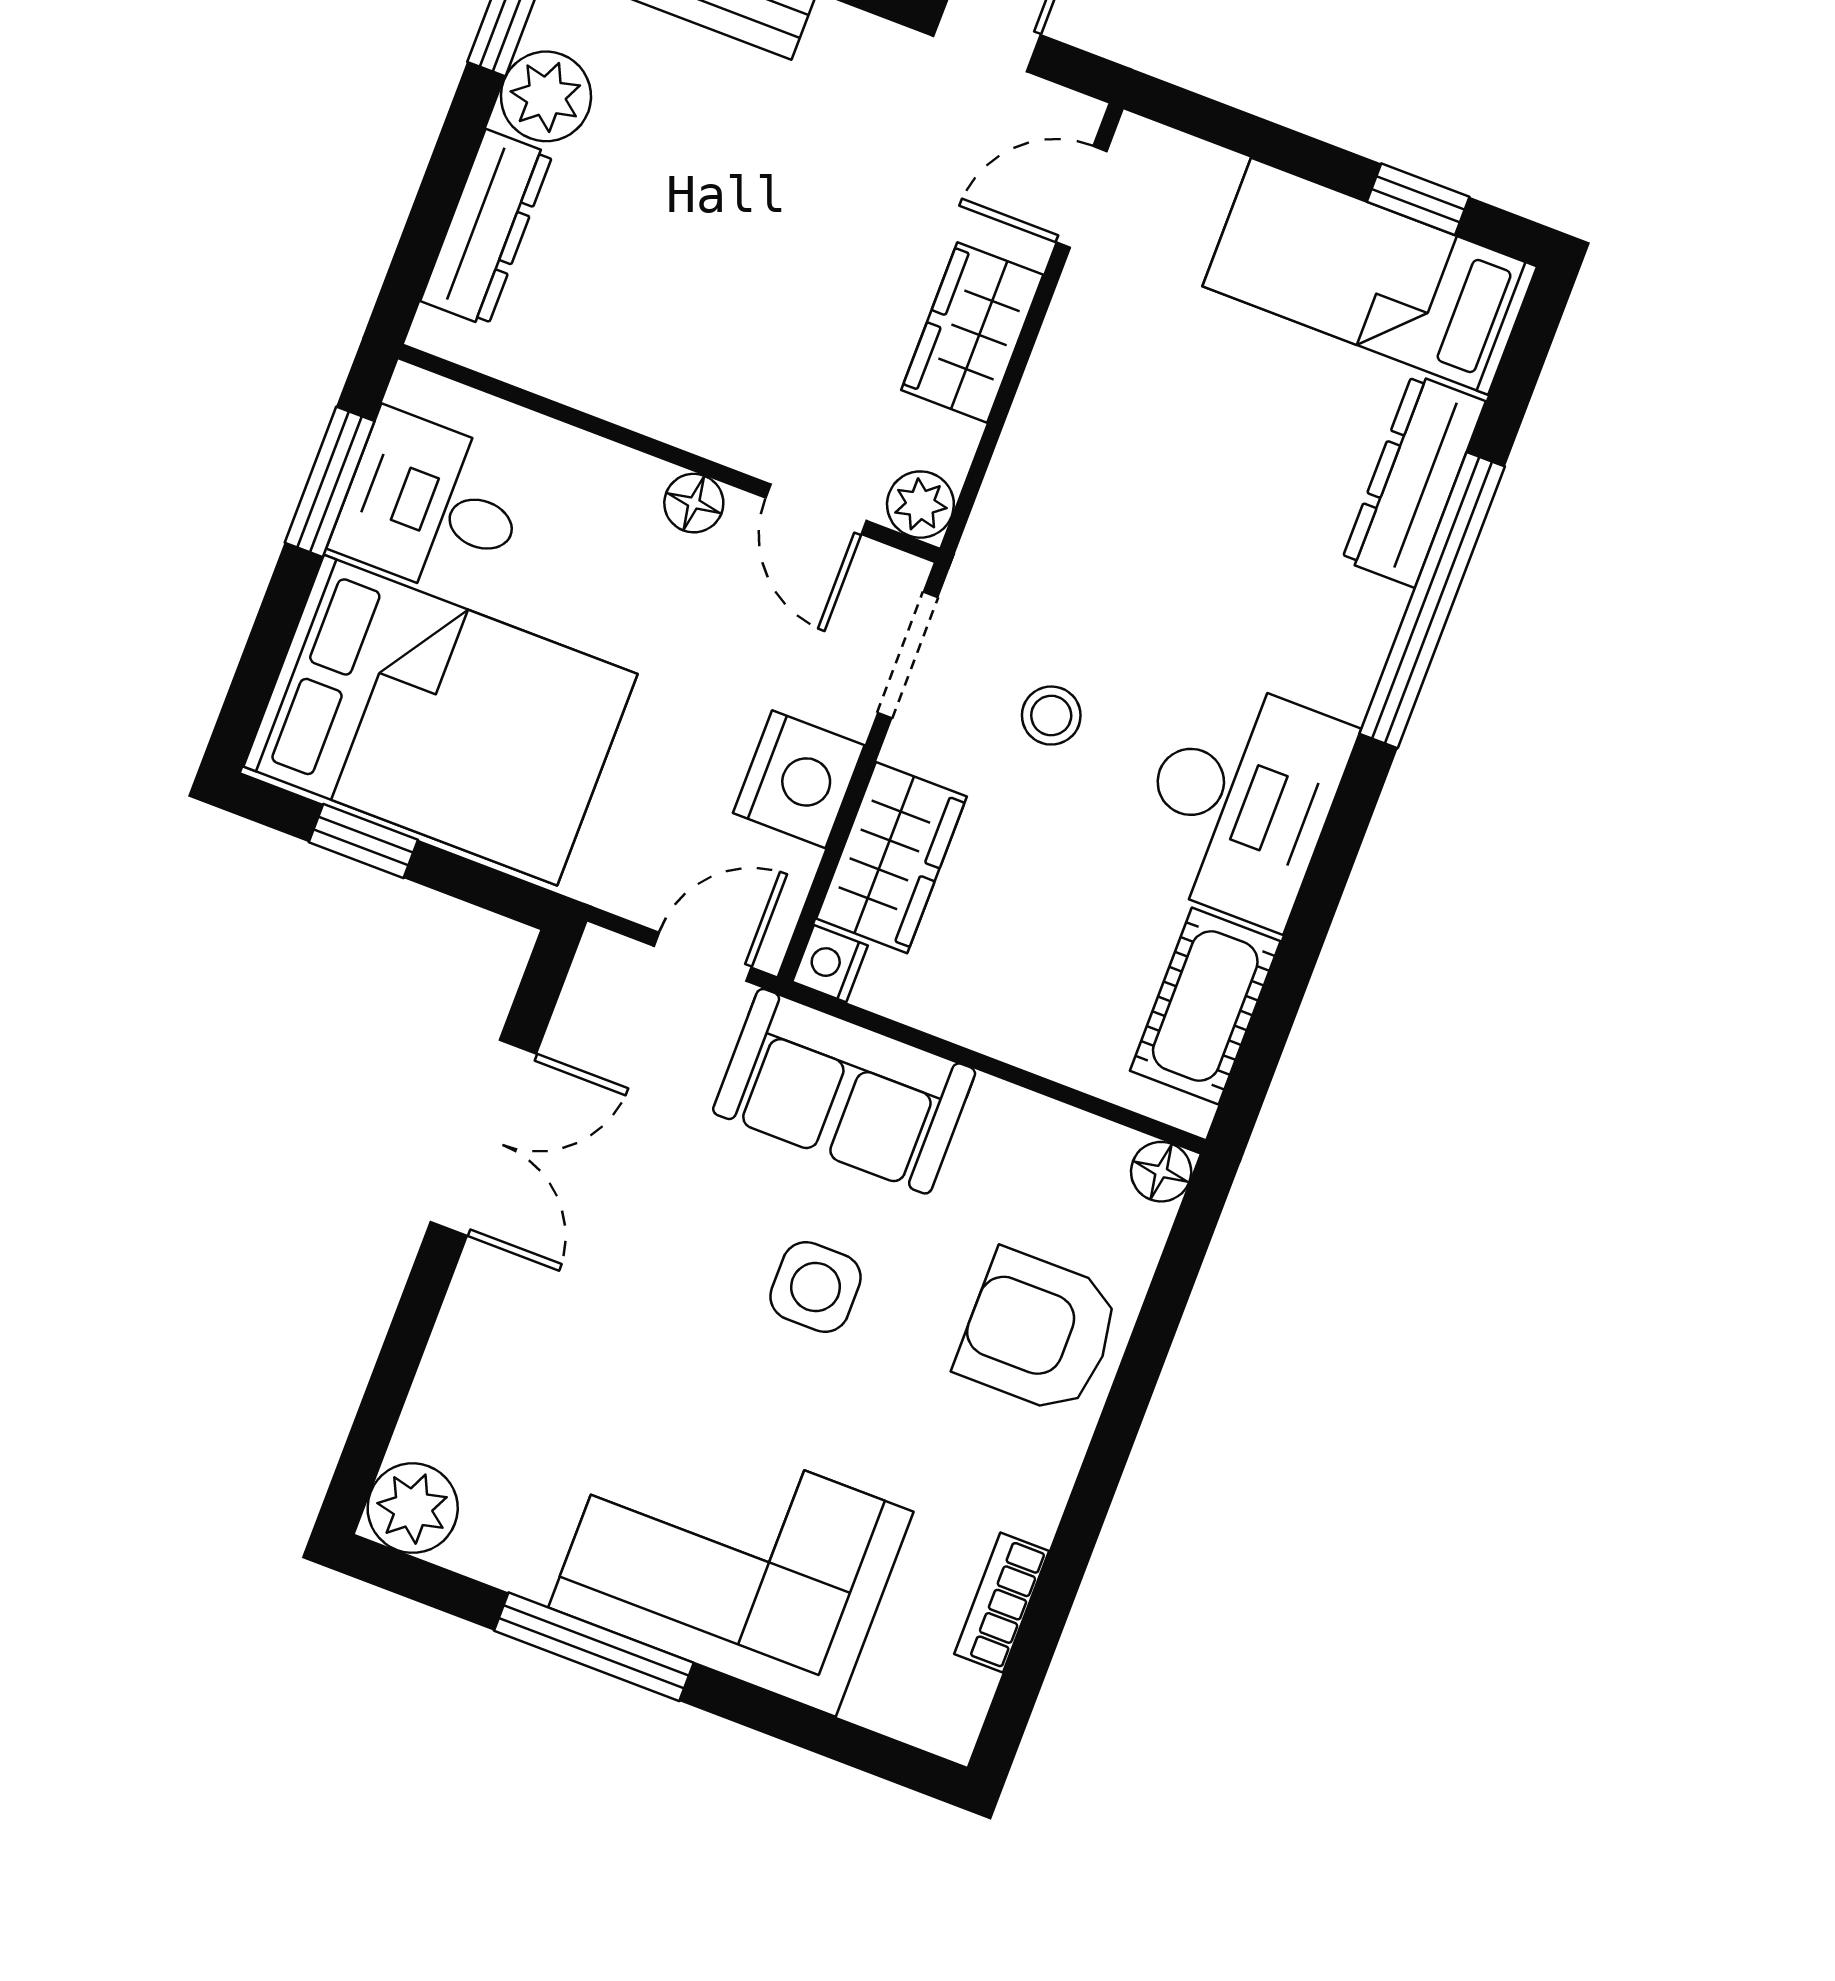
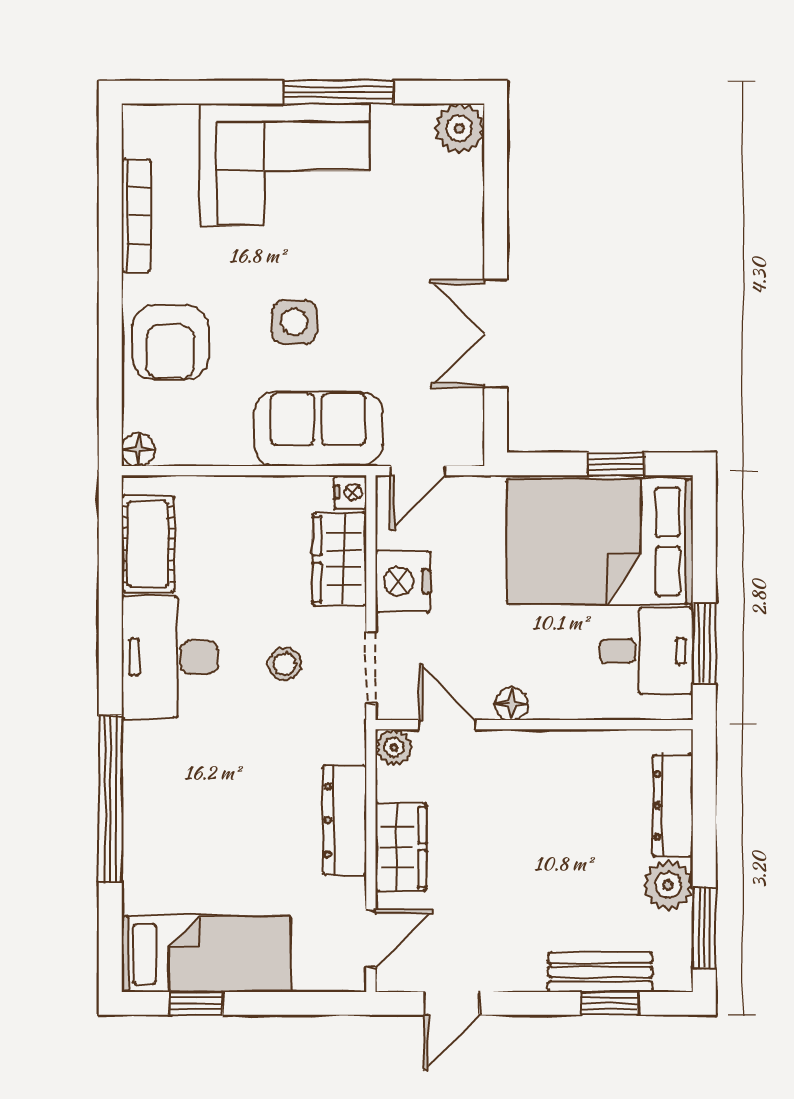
dresser: (1414, 481) -> (345, 820), moved, turned 180
armchair: (1039, 1332) -> (170, 343), turned 90
bookcase: (1002, 1602) -> (136, 216), width x1.56

